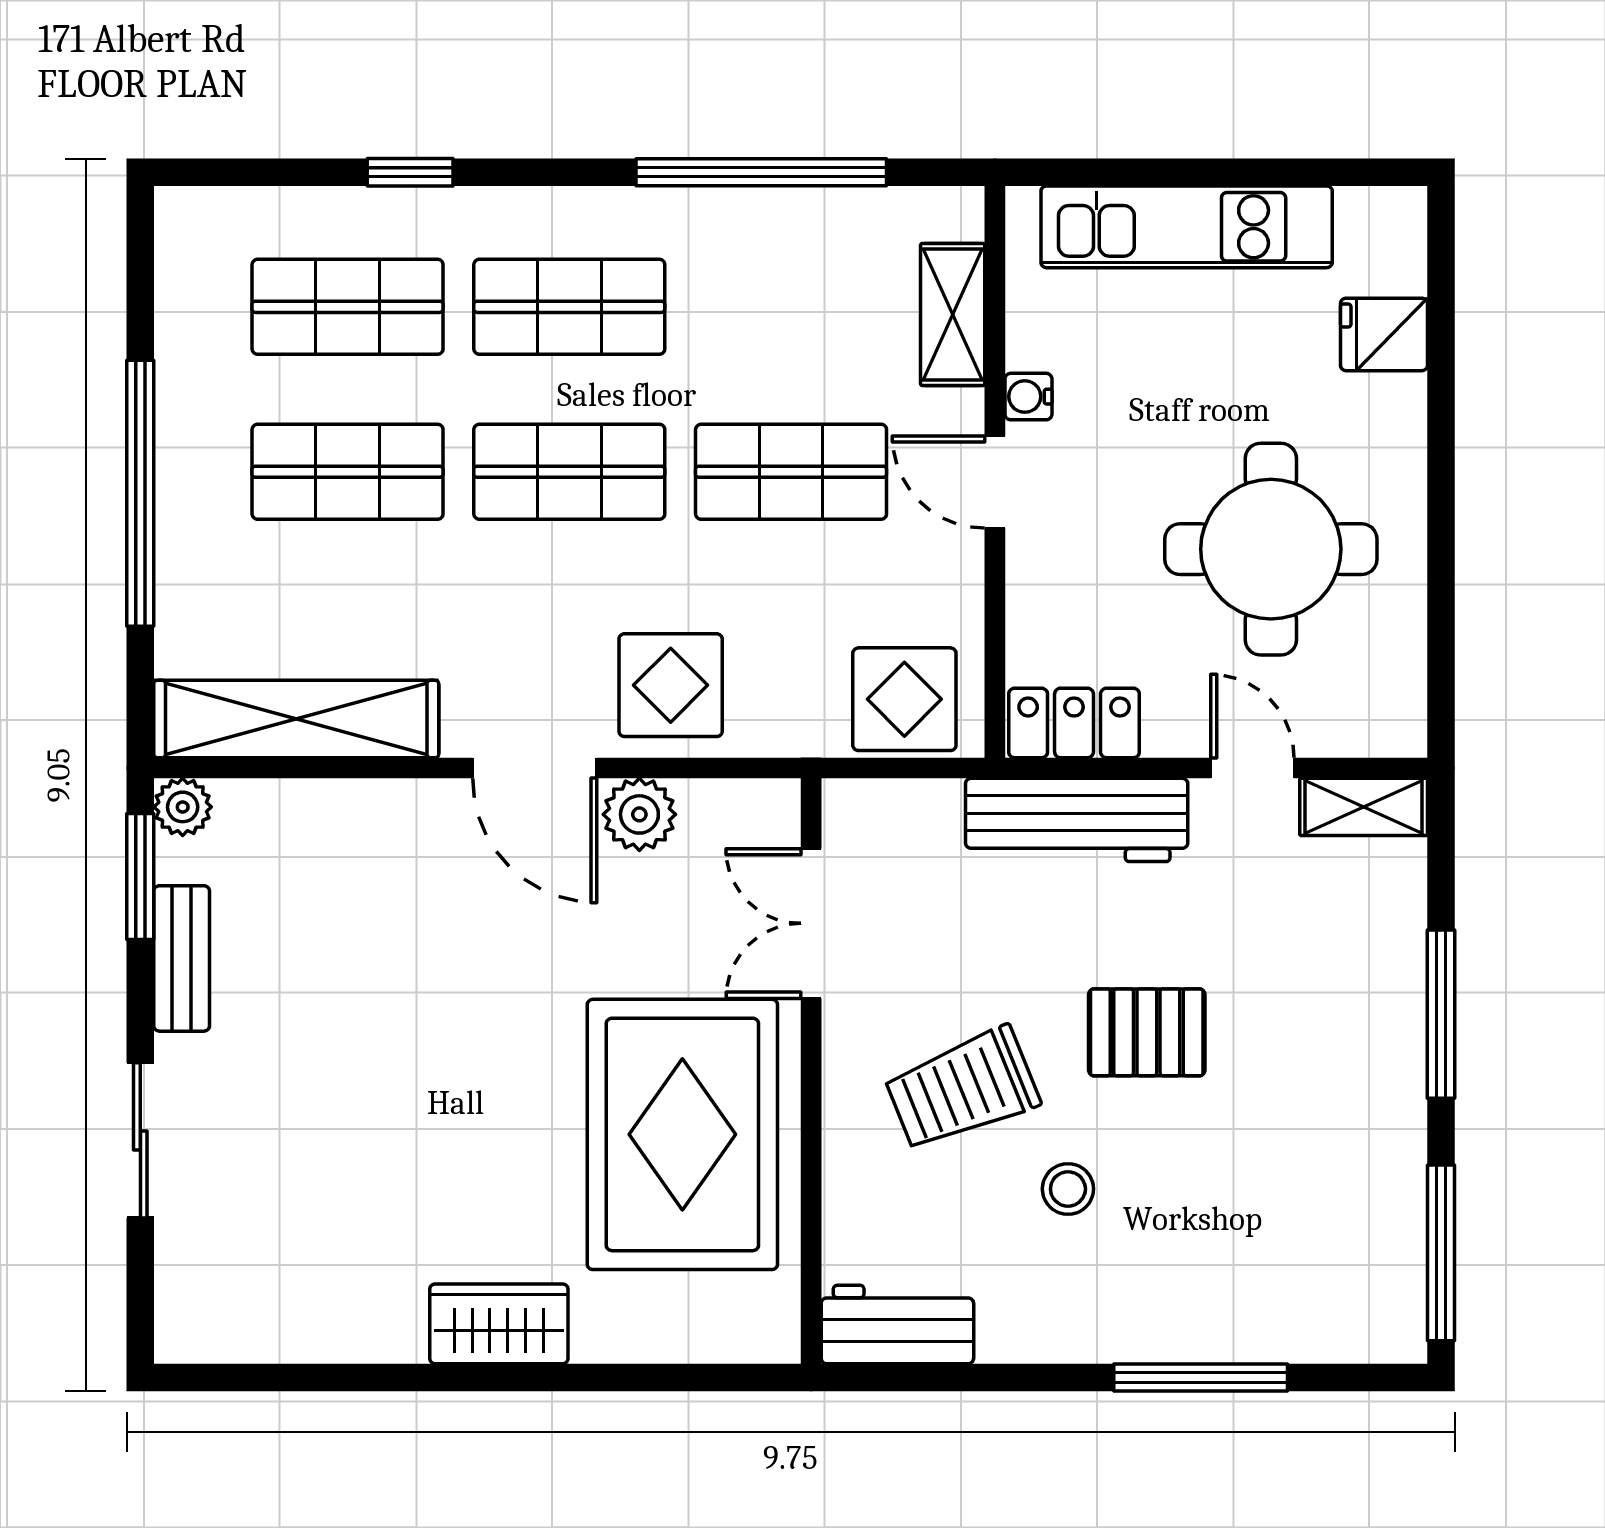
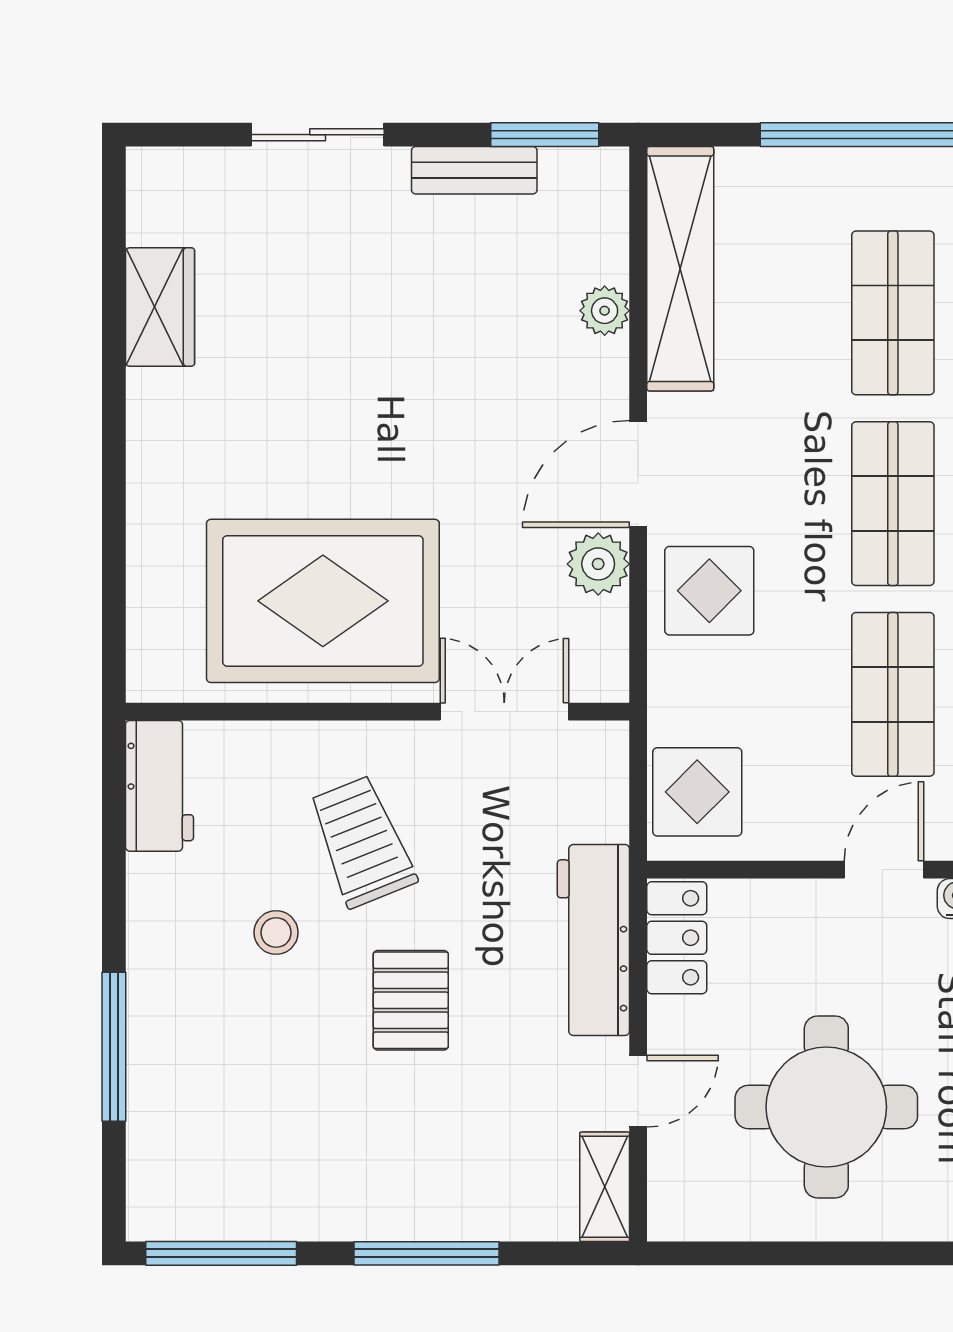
plant: (183, 807) -> (605, 311), moved
wardrobe: (499, 1324) -> (160, 307), moved

